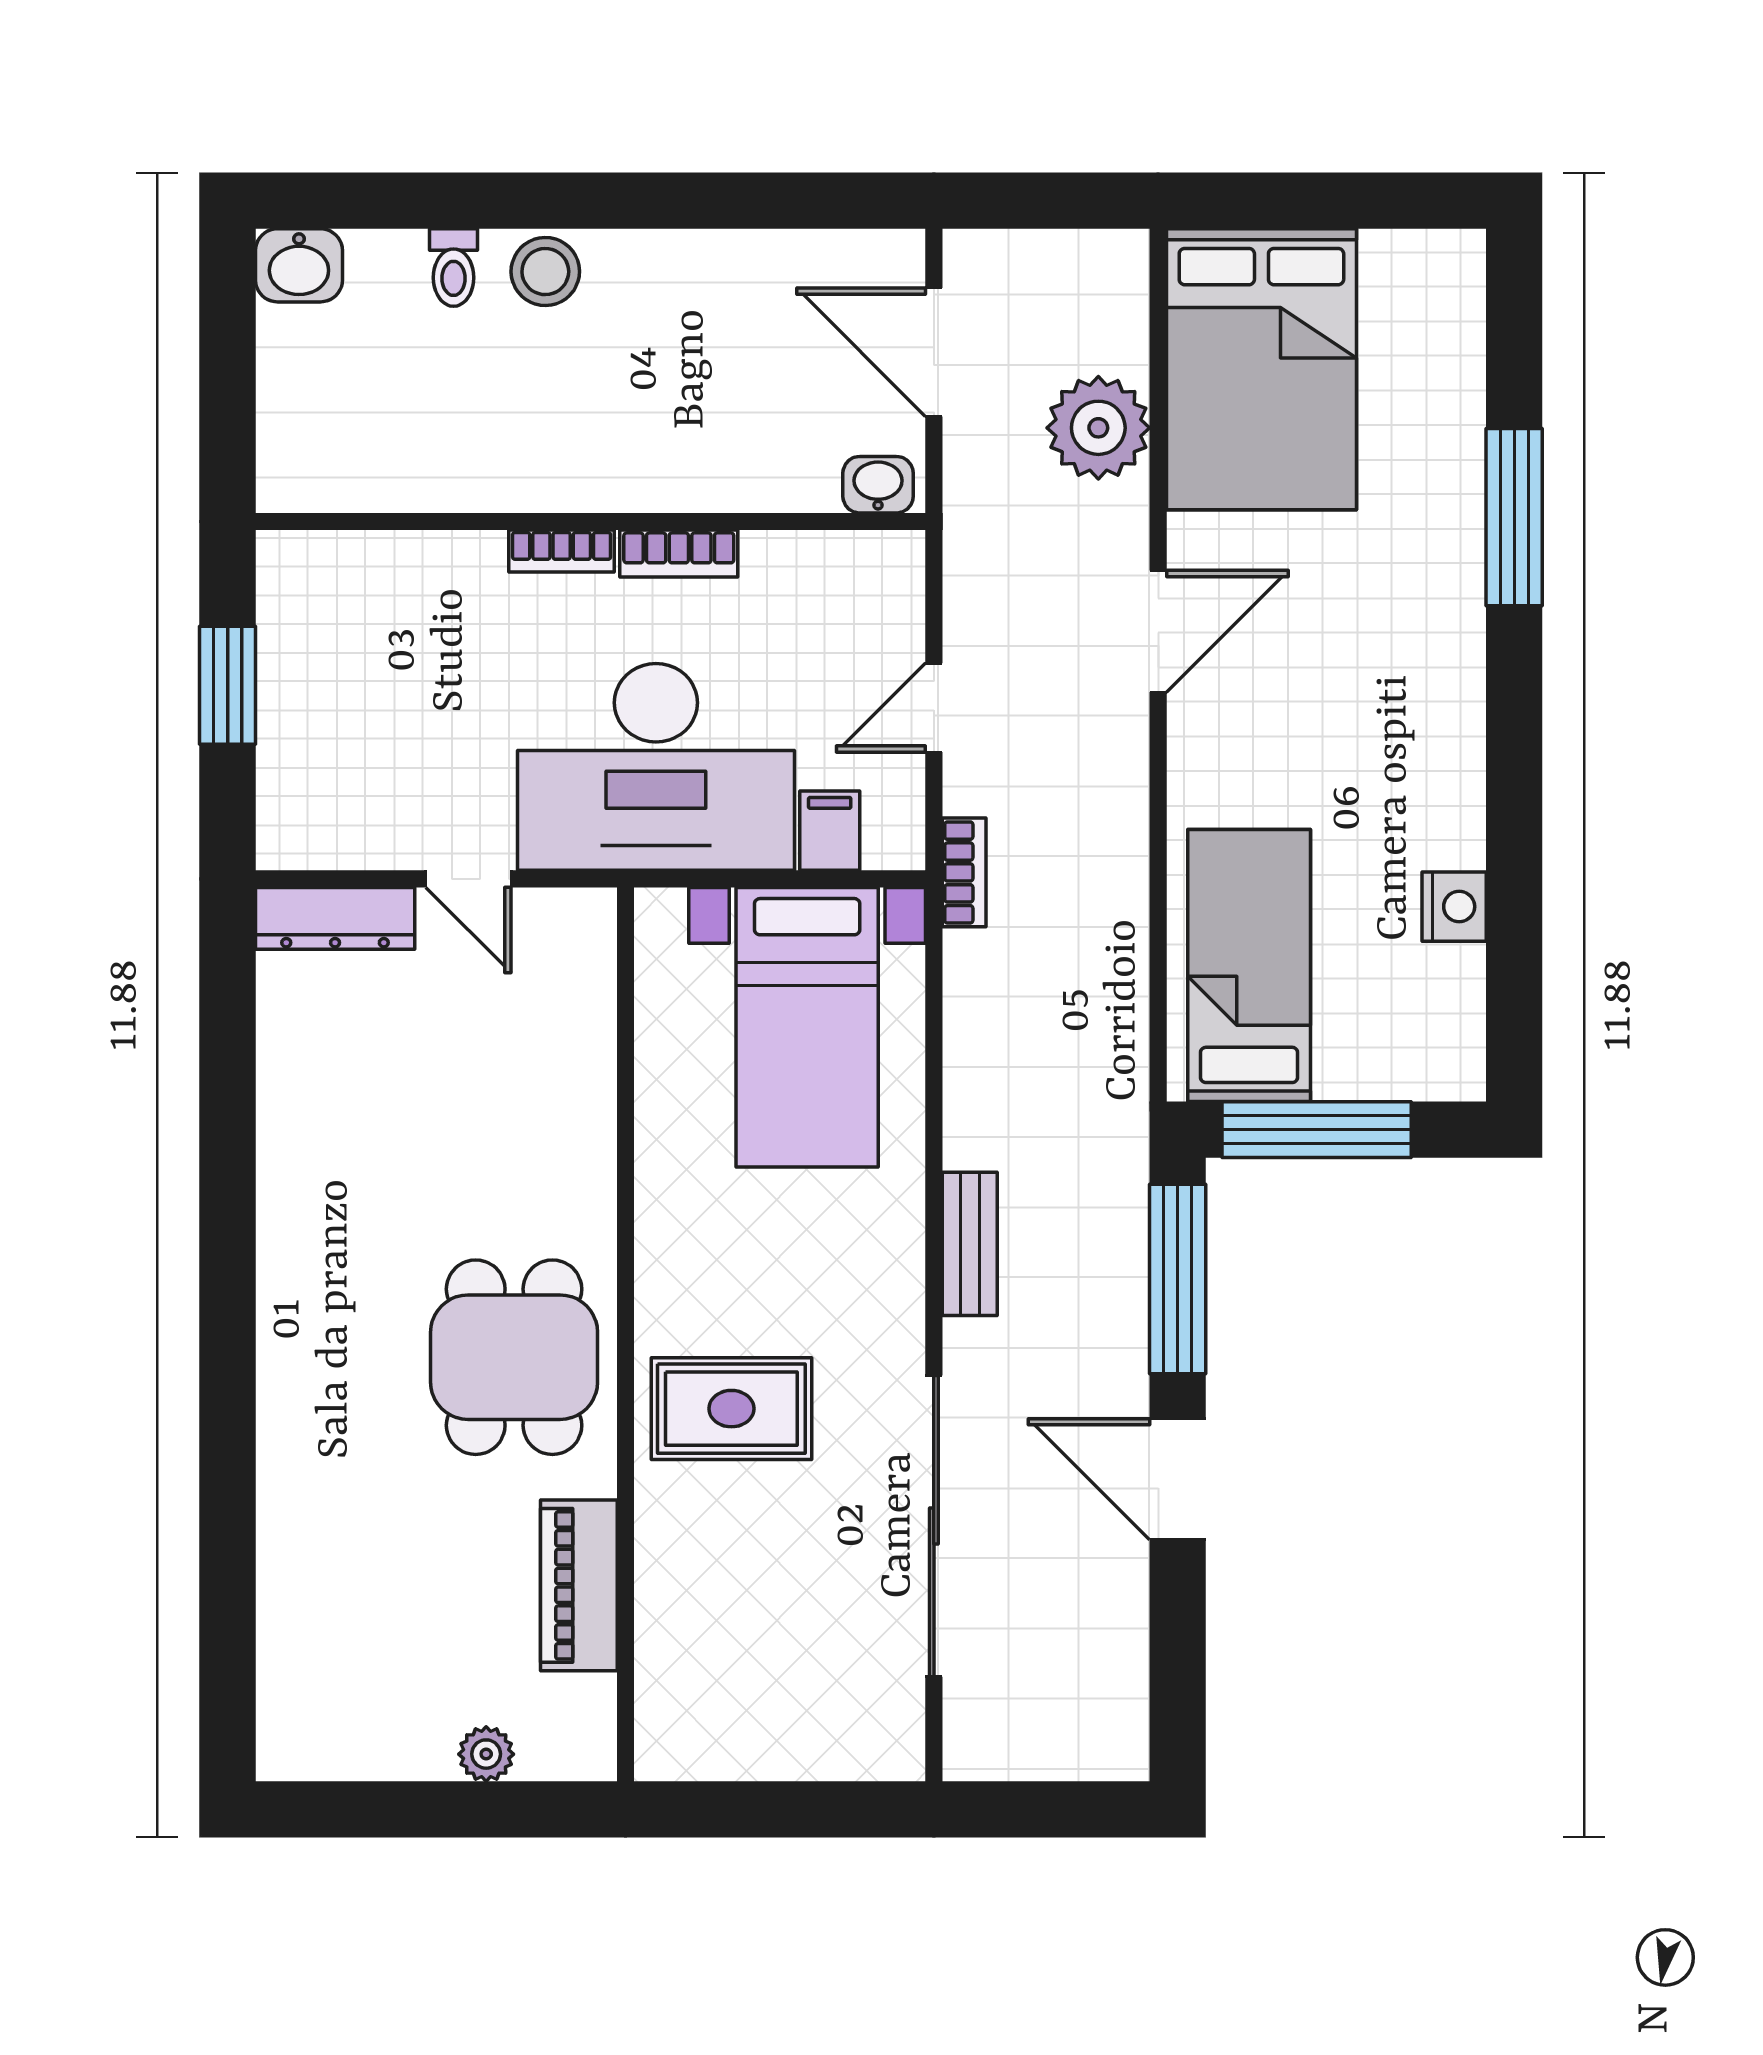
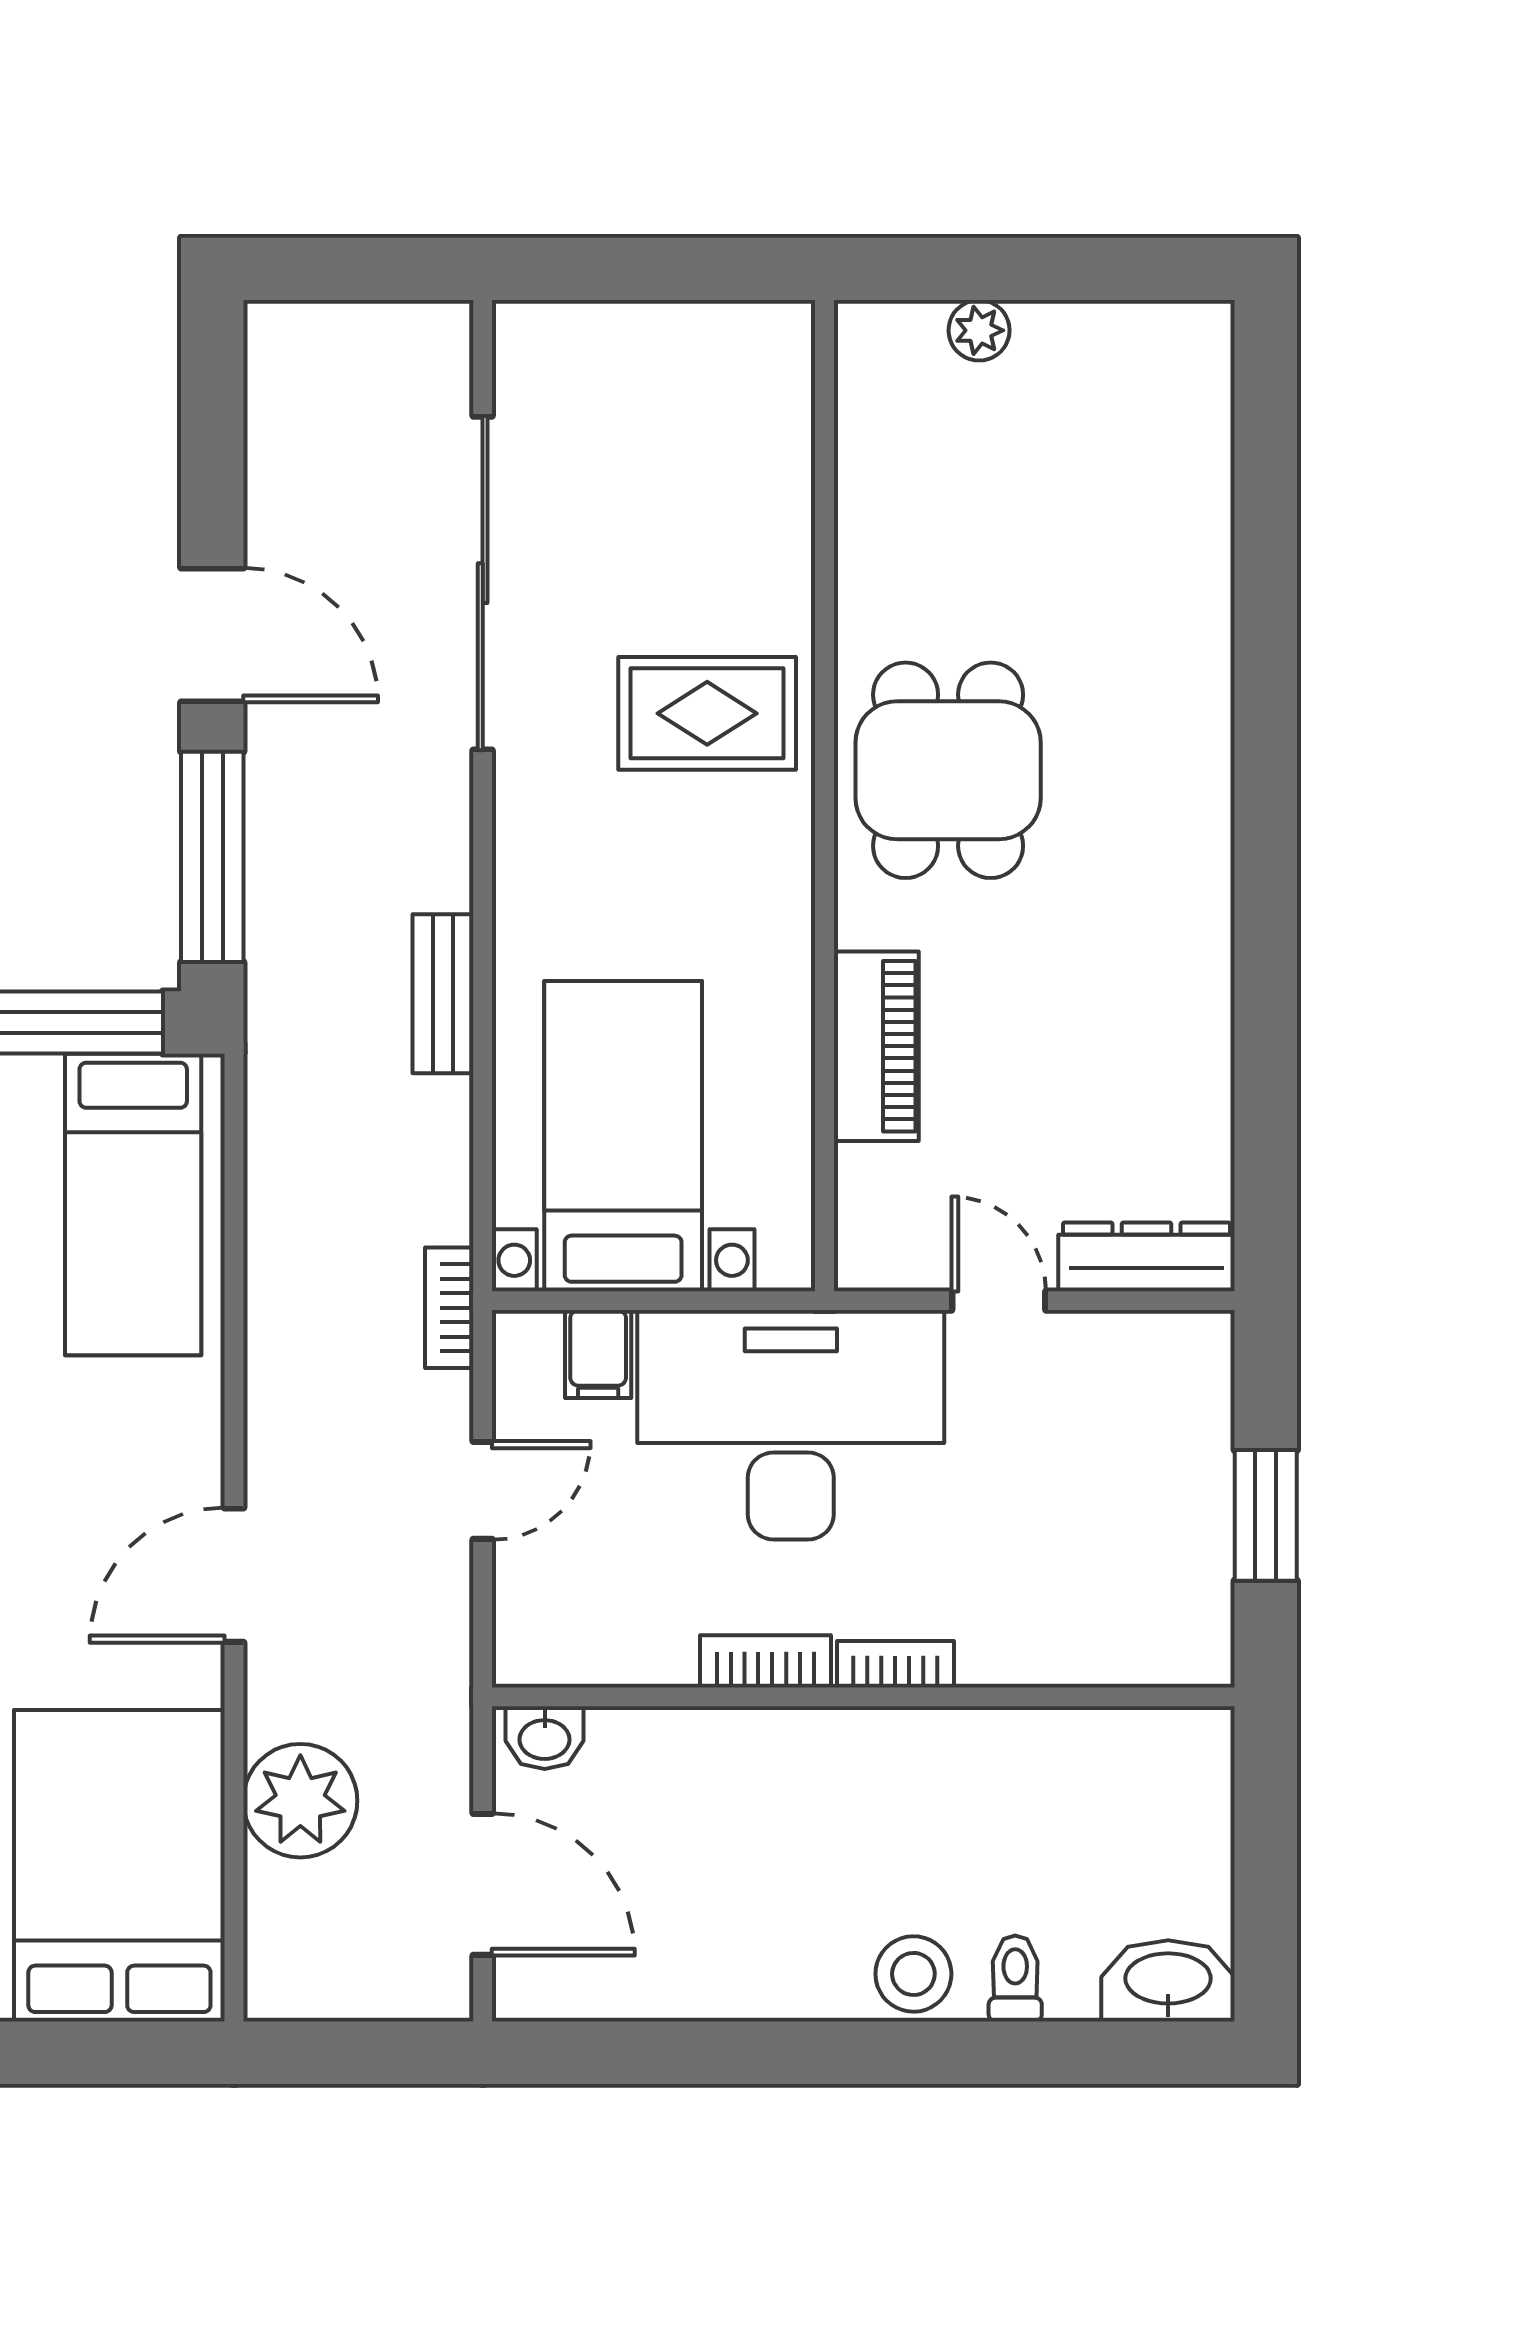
washbasin: (299, 265) -> (1168, 1981), width x1.38
bench: (970, 1244) -> (443, 994), moved
piano: (579, 1585) -> (876, 1046), moved

